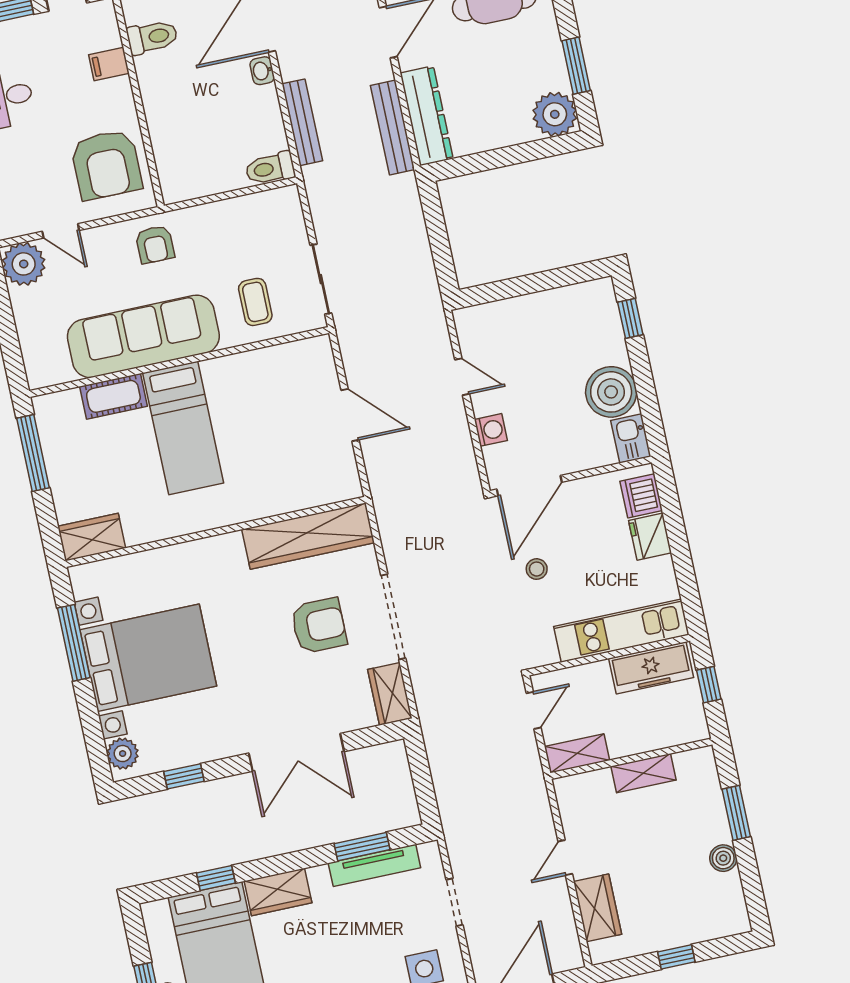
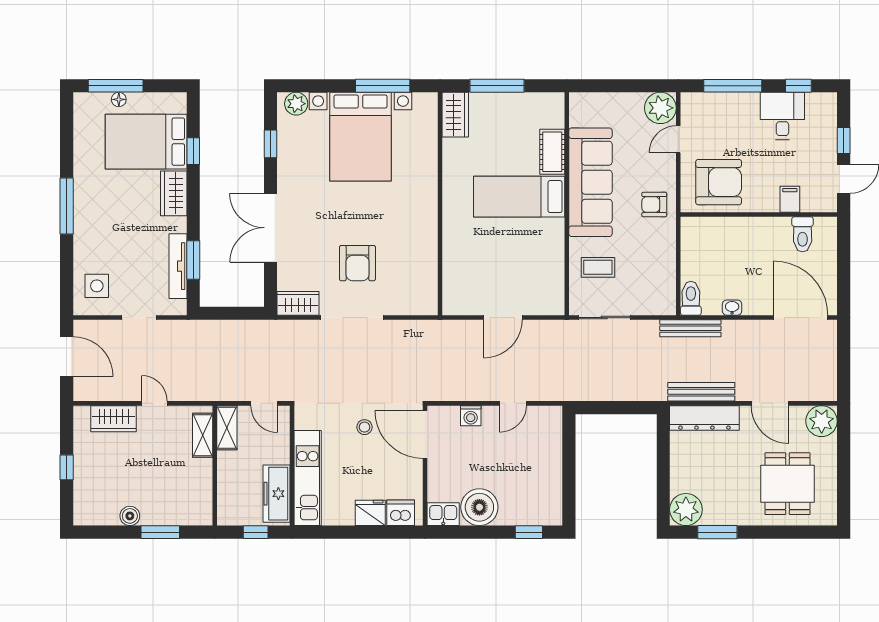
washbasin: (262, 71) -> (732, 308), moved
bench: (302, 122) -> (690, 328), moved
armchair: (106, 165) -> (719, 182), turned 180
window: (33, 453) -> (497, 86), moved
wardrobe: (308, 536) -> (423, 269), removed
shelving: (643, 773) -> (203, 435), moved

